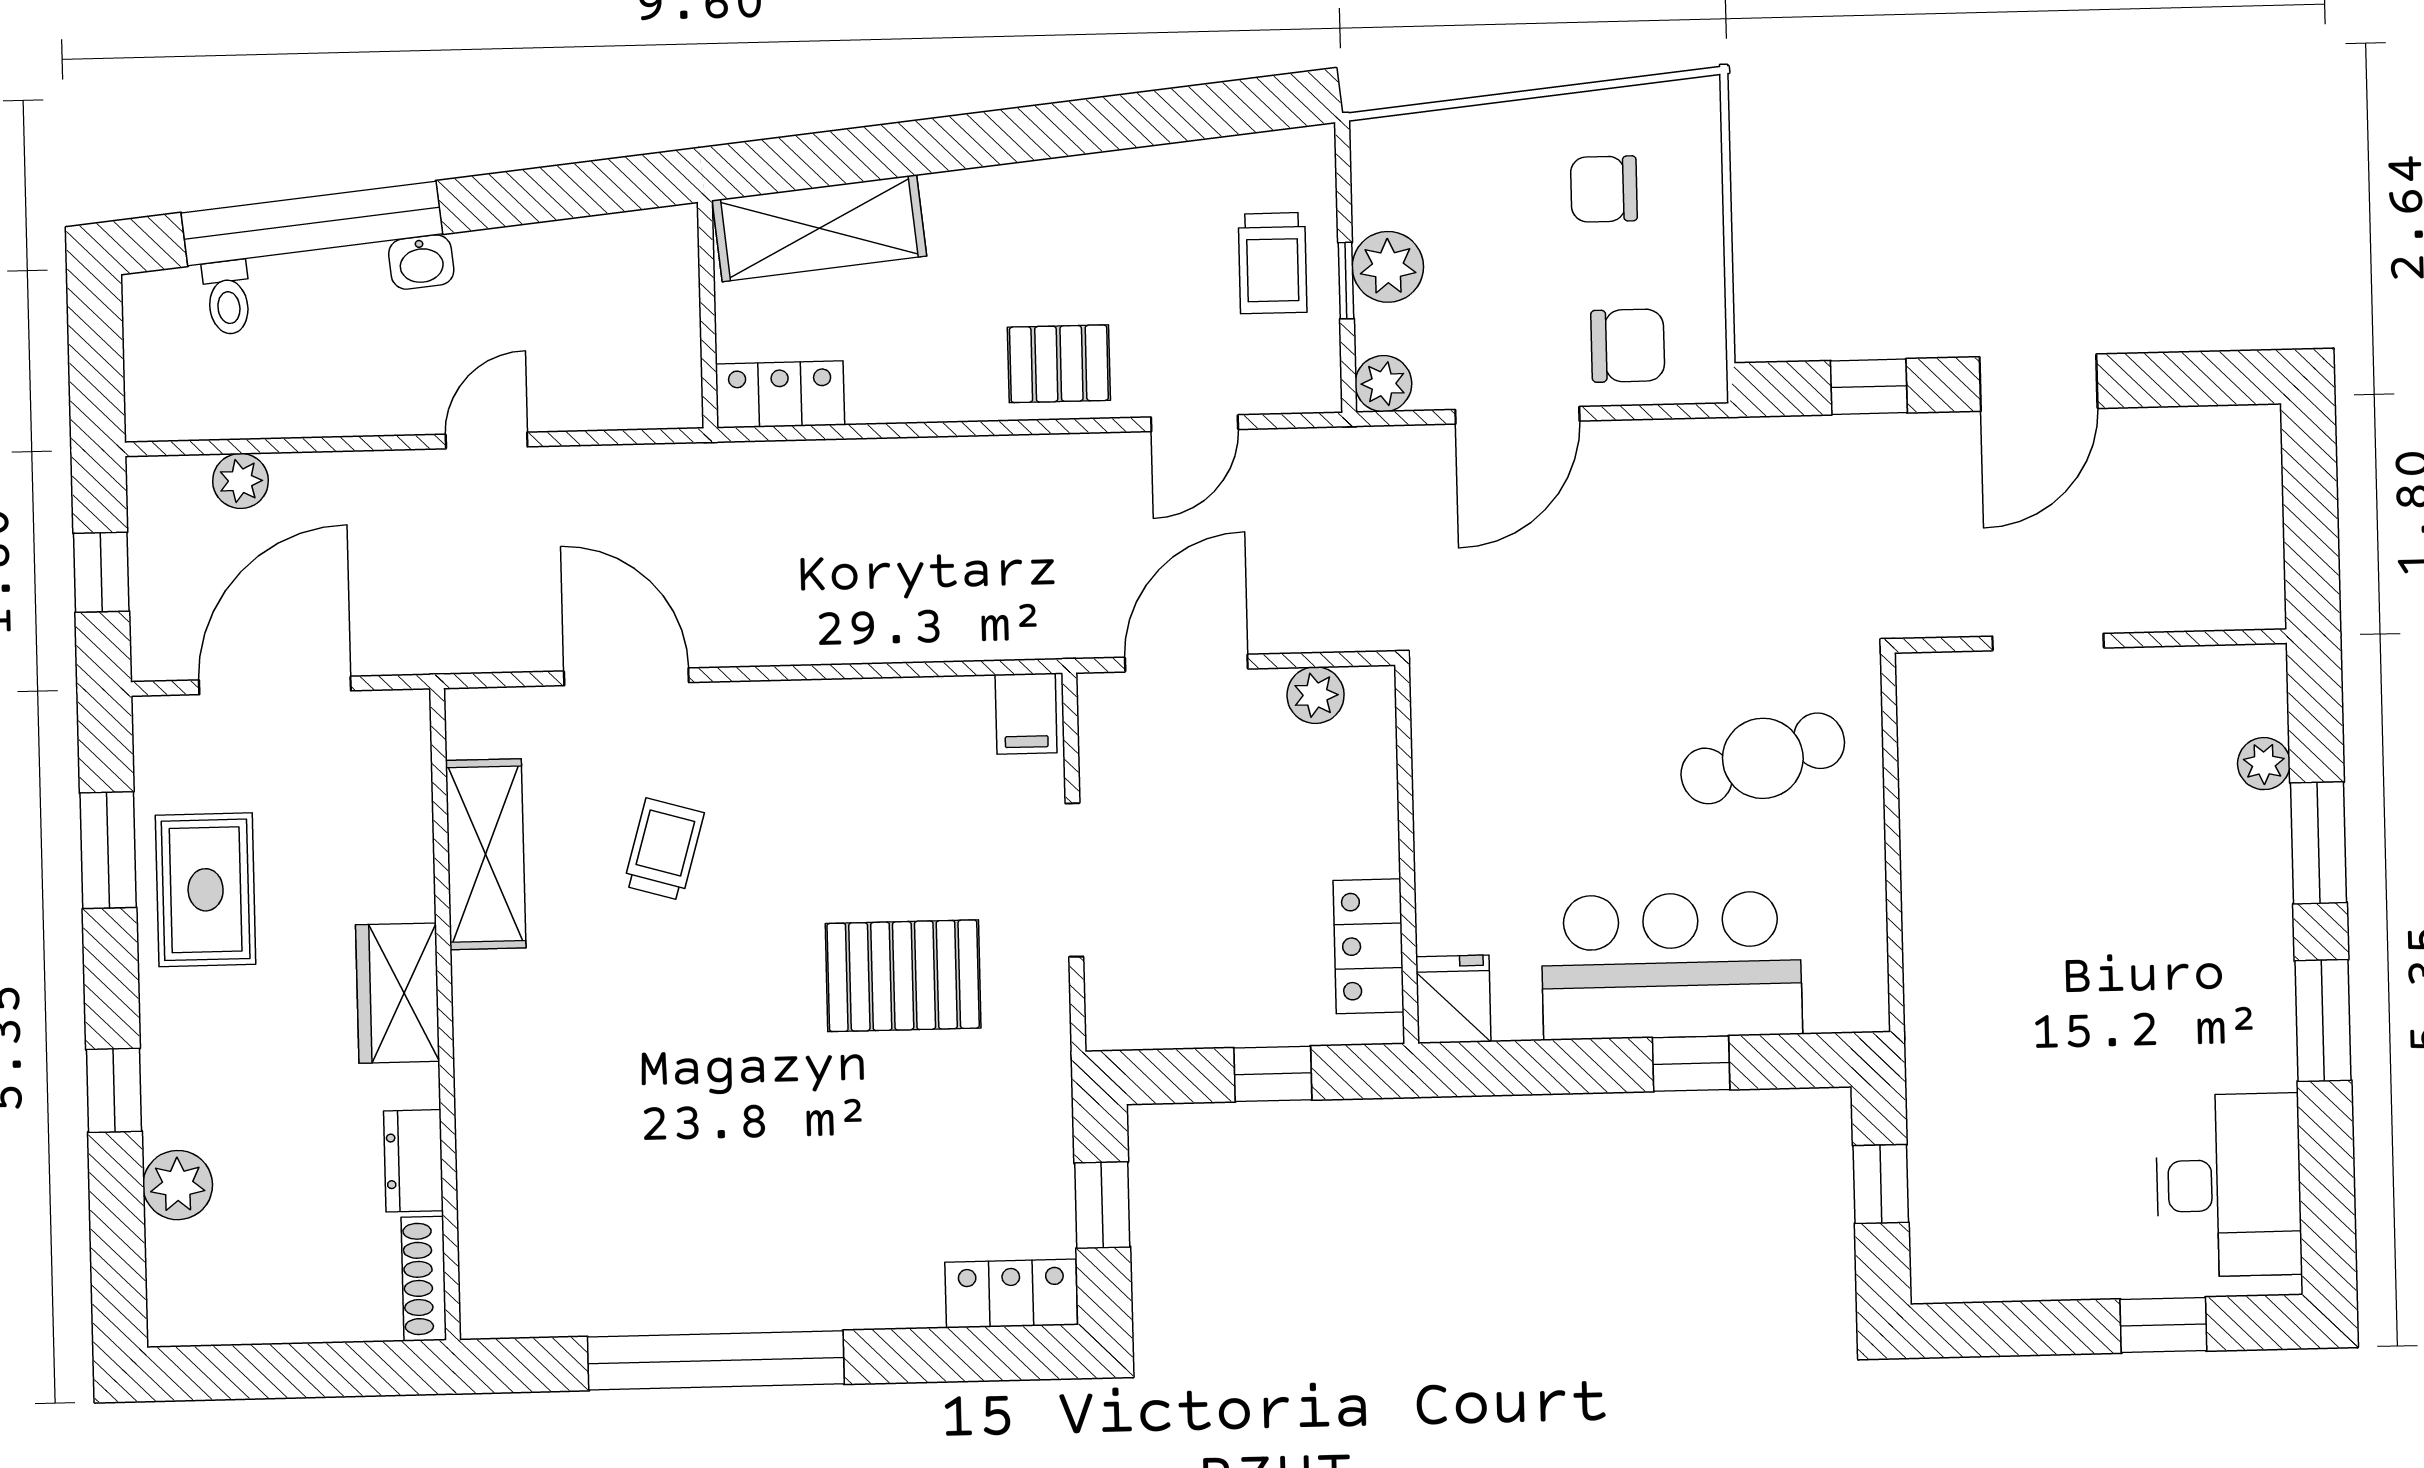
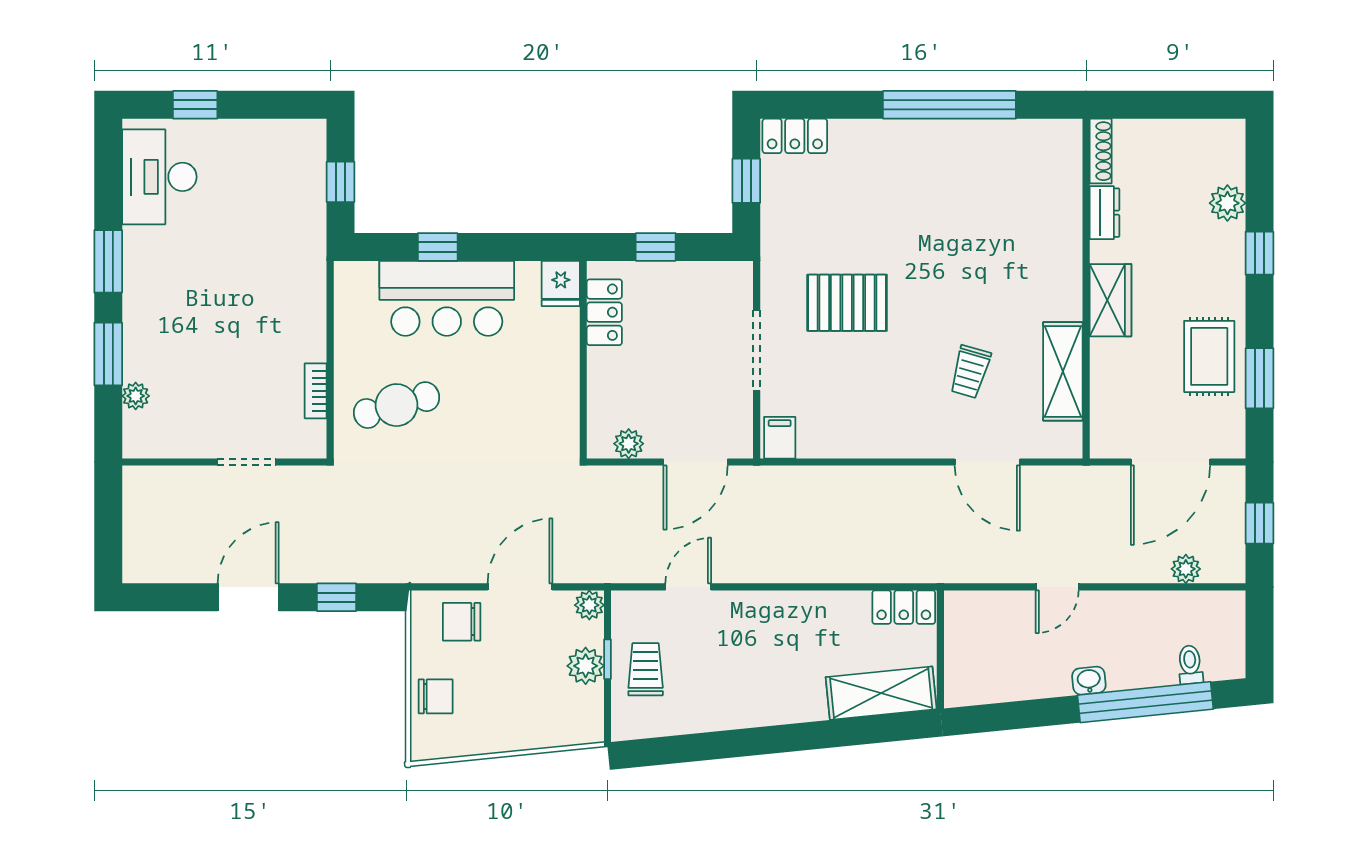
chair: (1604, 189) -> (436, 696), moved
pallet: (1059, 364) -> (758, 620), removed
bookcase: (1919, 782) -> (316, 391), added

